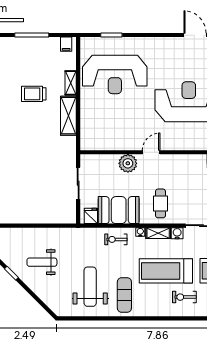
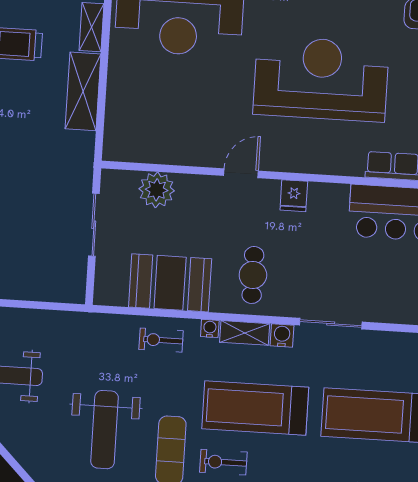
plant: (128, 163) -> (157, 190), moved
fridge: (91, 216) -> (294, 196), moved, turned 180
weight bench: (90, 287) -> (105, 430), turned 180
exercise bike: (184, 297) -> (223, 462), moved

